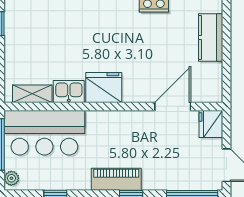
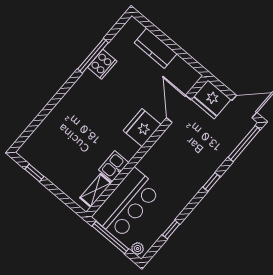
fridge: (104, 87) -> (142, 128), moved
fridge: (211, 124) -> (211, 99), width x1.36, depth x1.34
piano: (116, 179) -> (194, 183), removed

